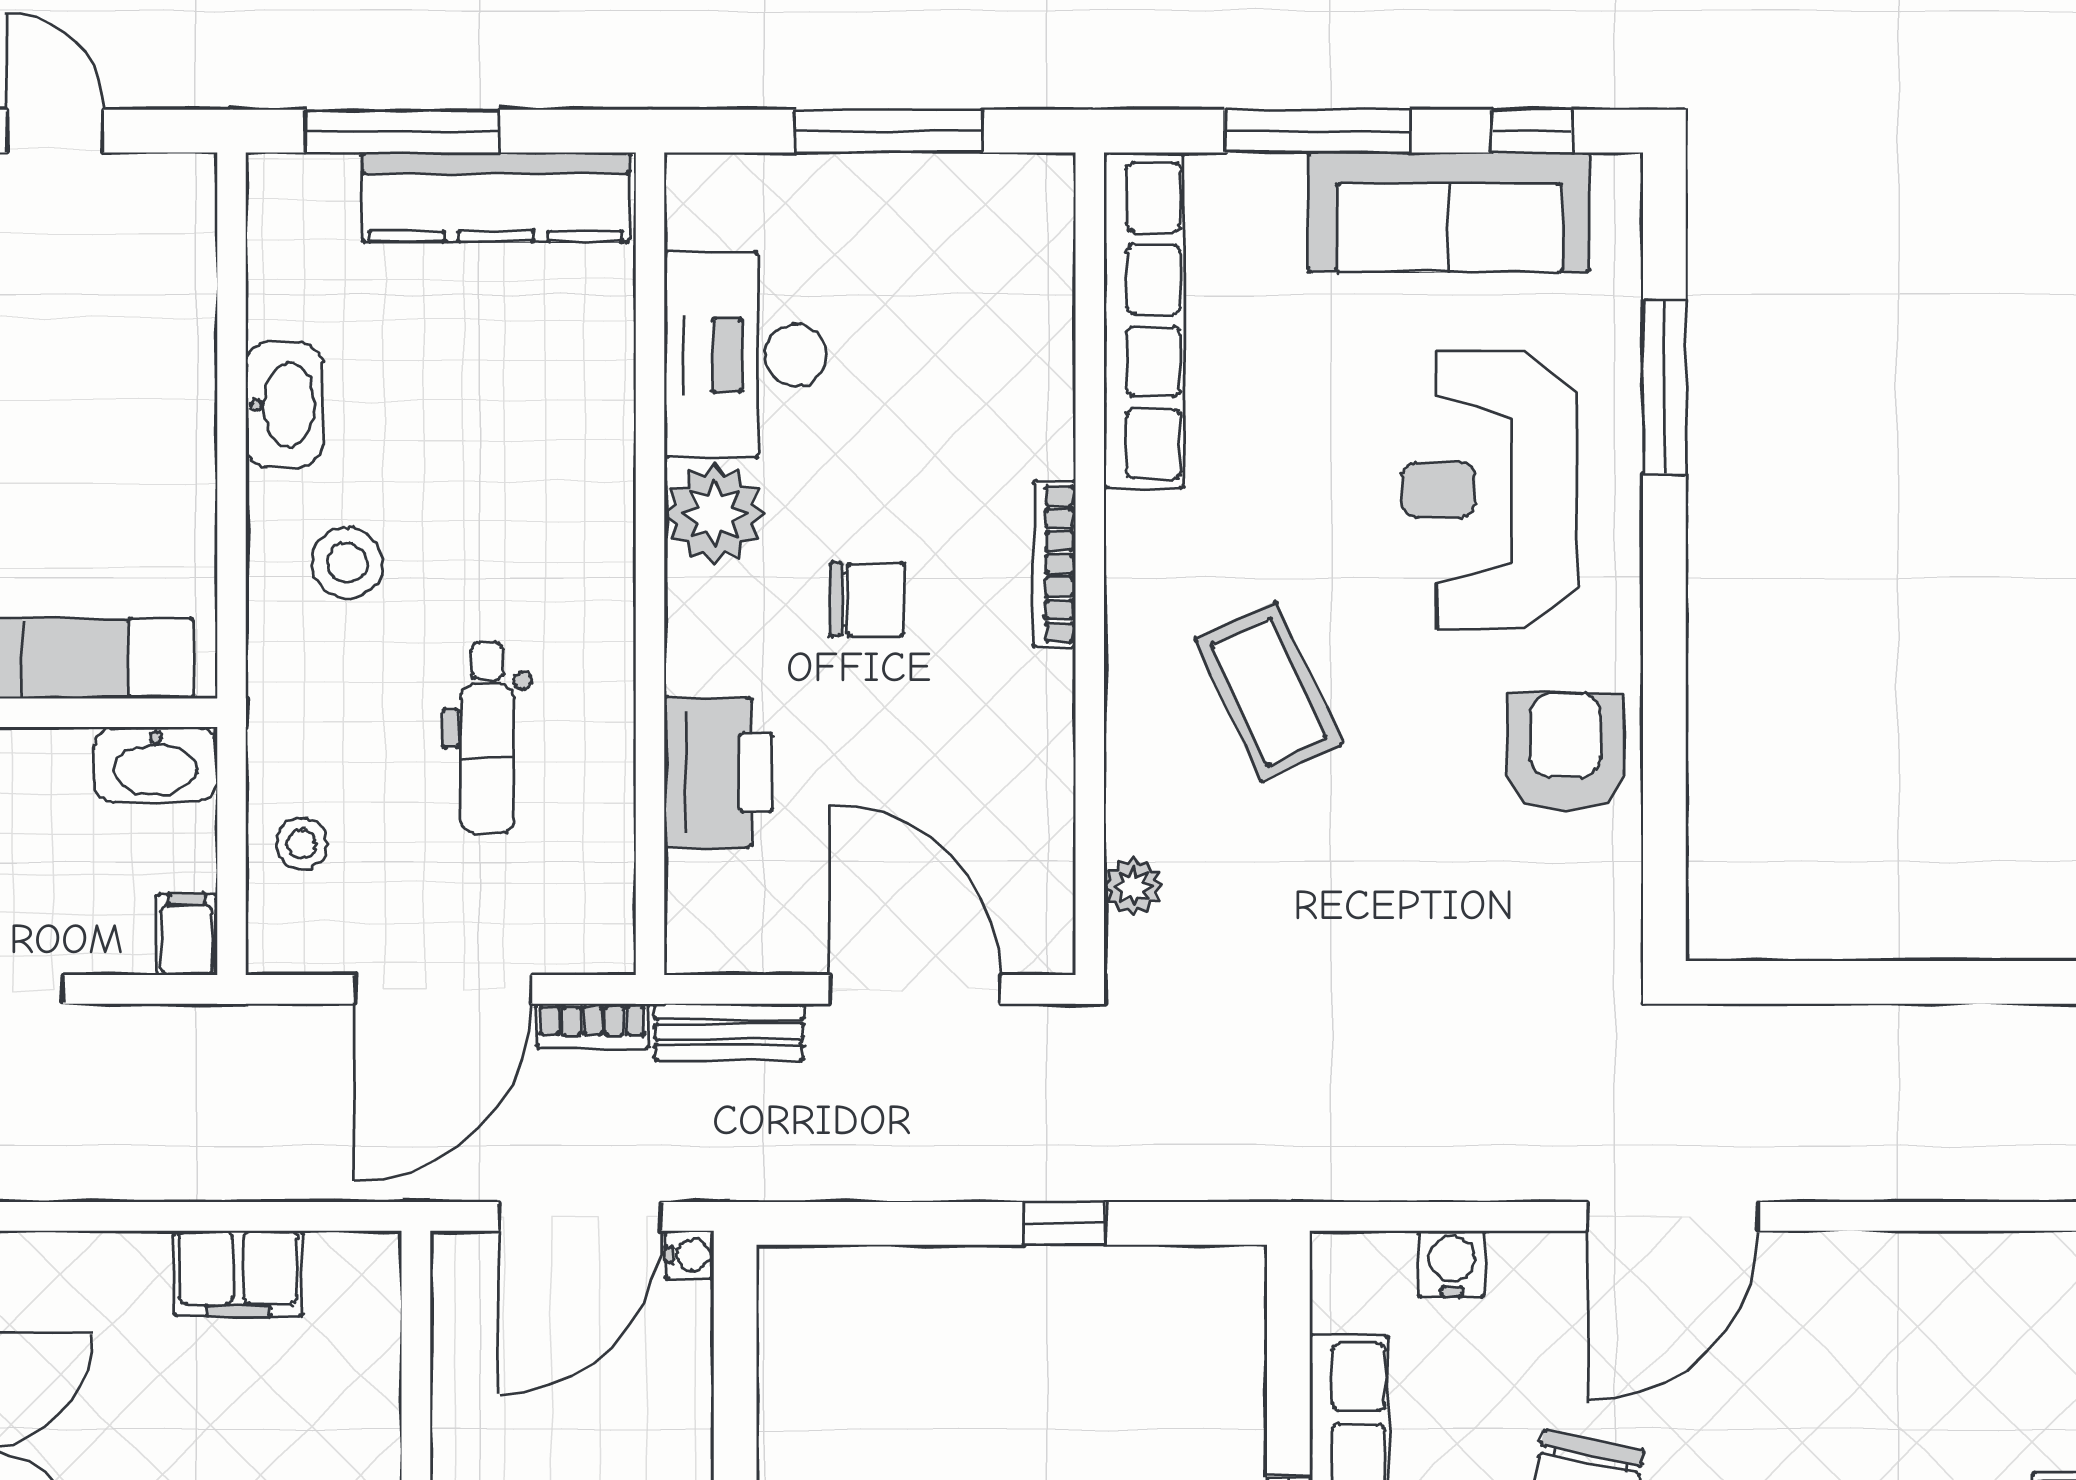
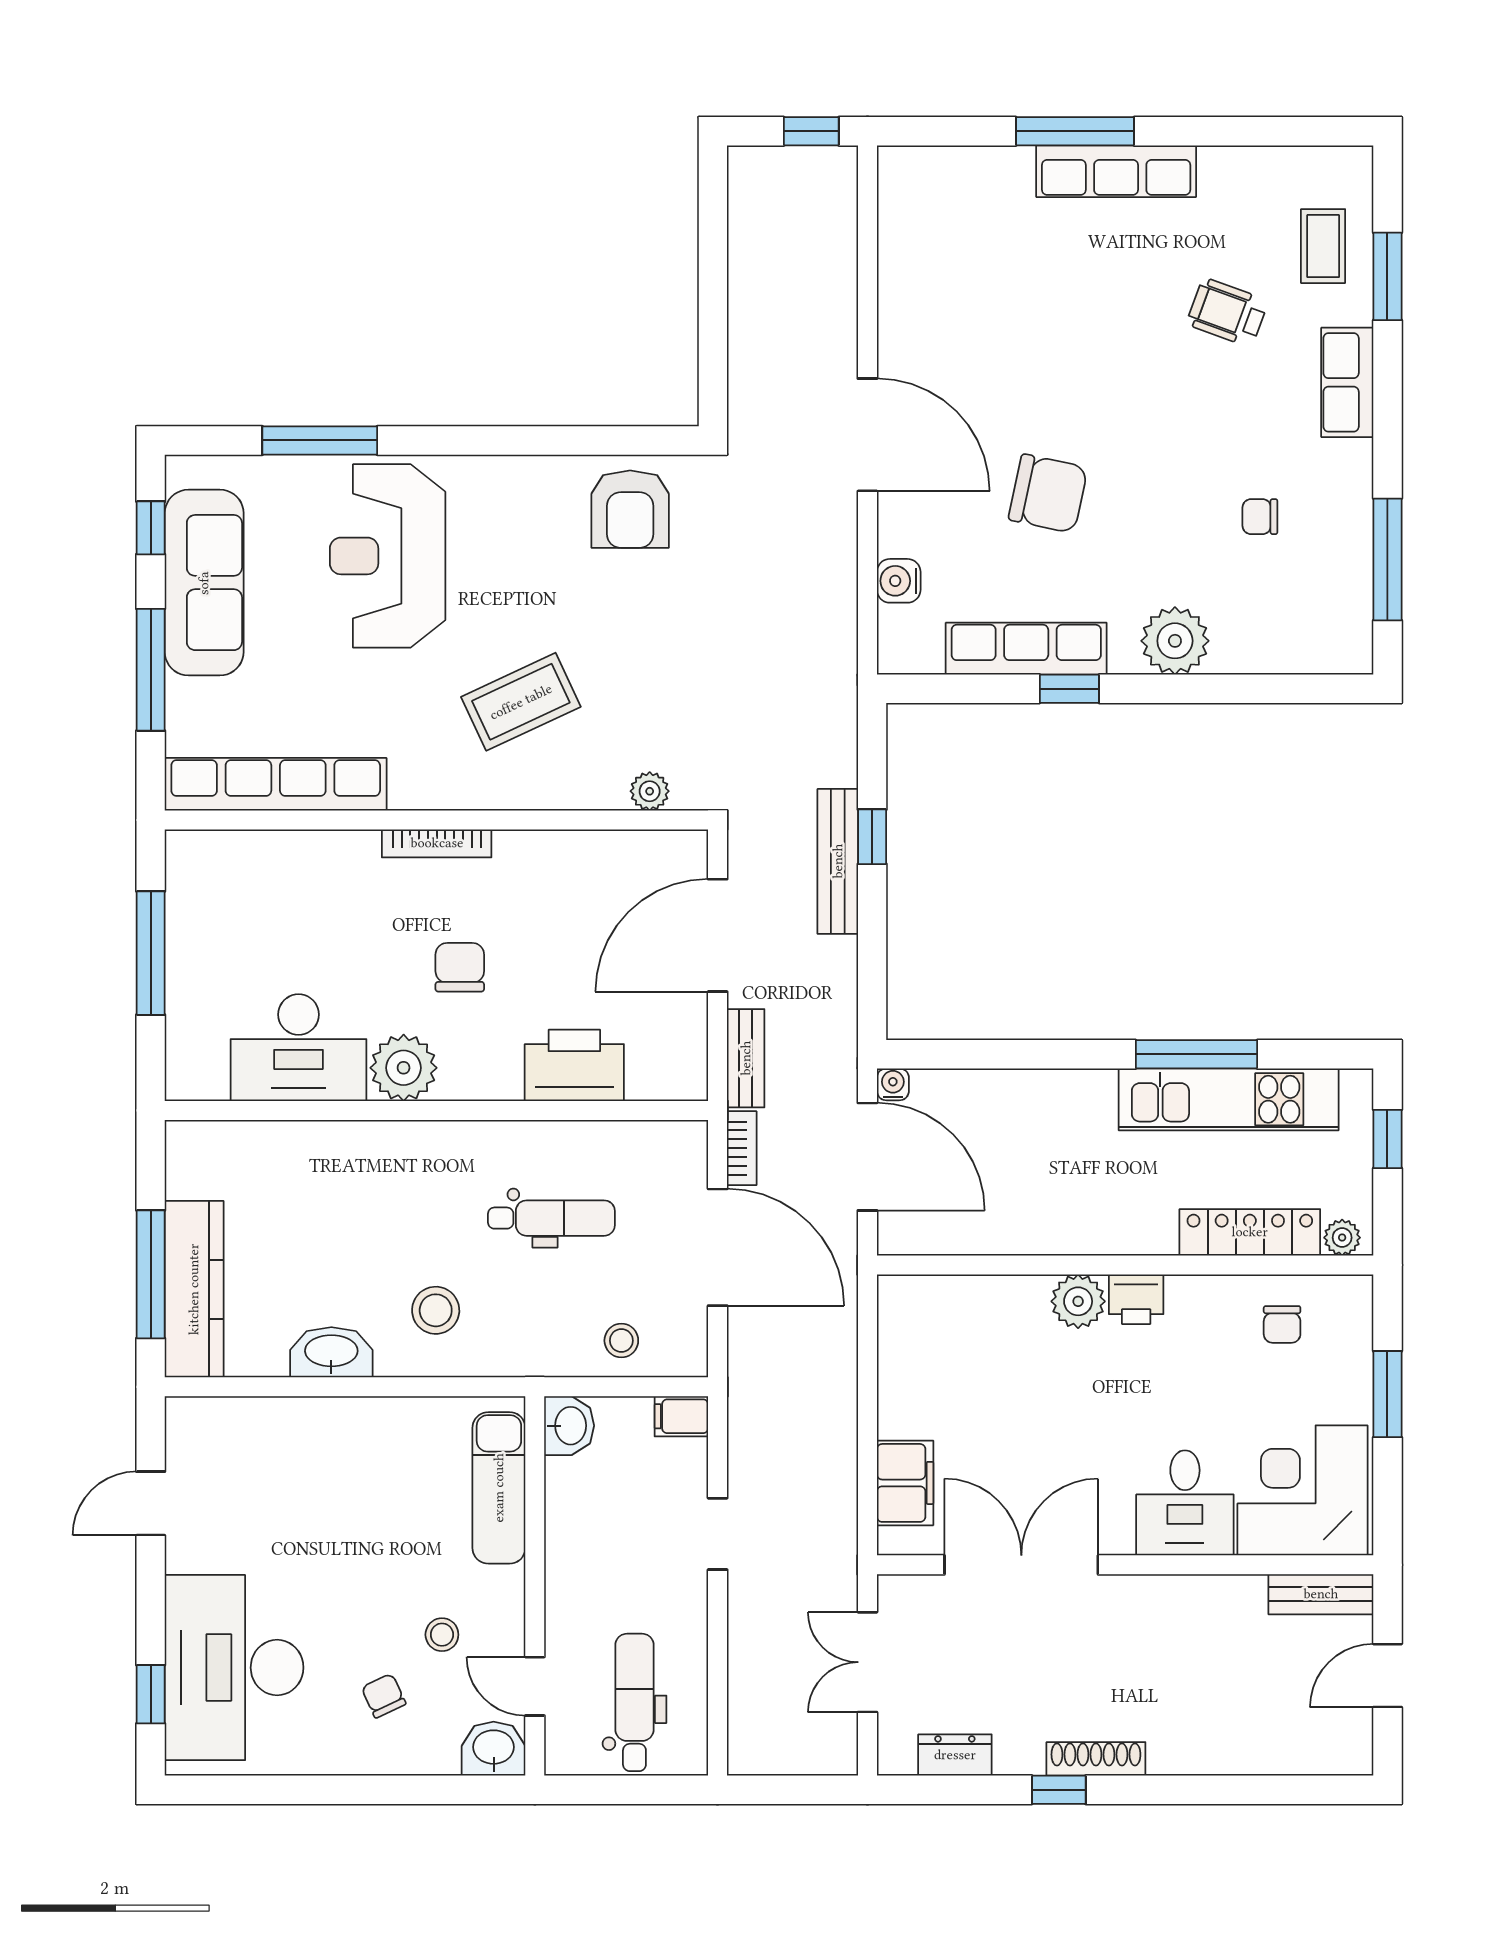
kitchen counter: (496, 197) -> (194, 1289), moved
reception desk: (1489, 490) -> (388, 556), turned 90
armchair: (1565, 752) -> (630, 509), moved, turned -90
washbasin: (156, 765) -> (569, 1426), width x0.72
bench: (1027, 1171) -> (838, 861), added
filing cabinet: (238, 1273) -> (905, 1483), moved

